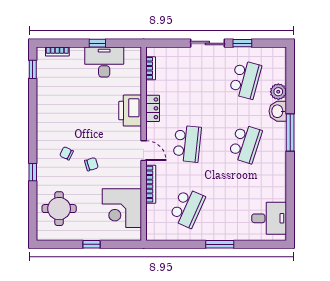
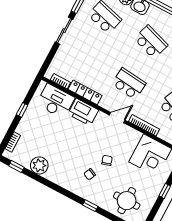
desk: (104, 62) -> (56, 101), moved, turned 90
plant: (47, 94) -> (39, 165), added
locker: (153, 108) -> (85, 92), width x1.53

